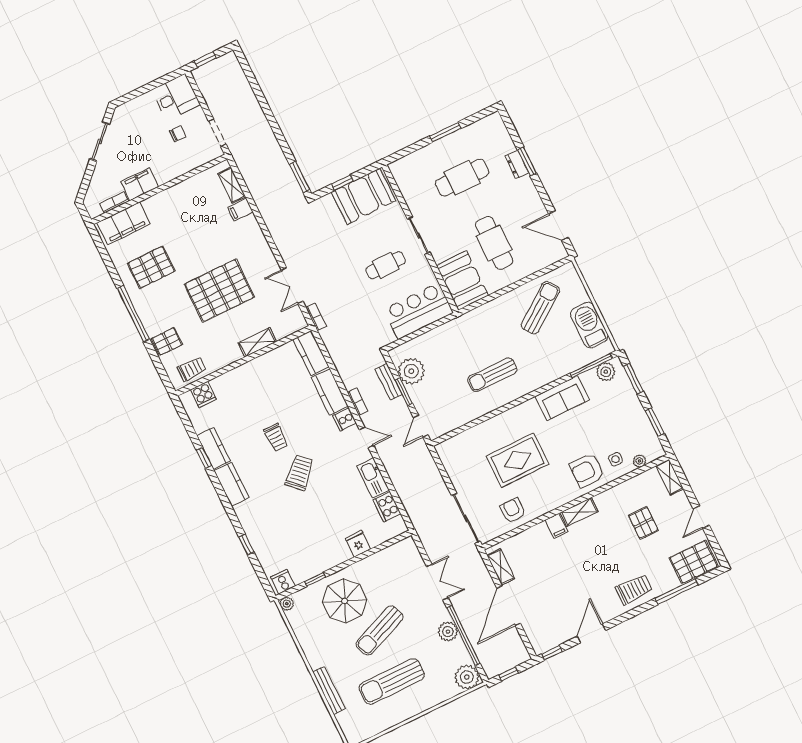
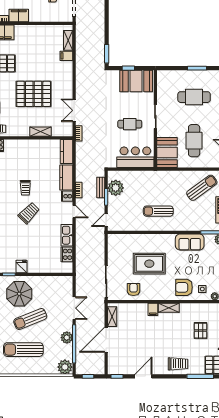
fridge: (358, 544) -> (21, 266), moved

